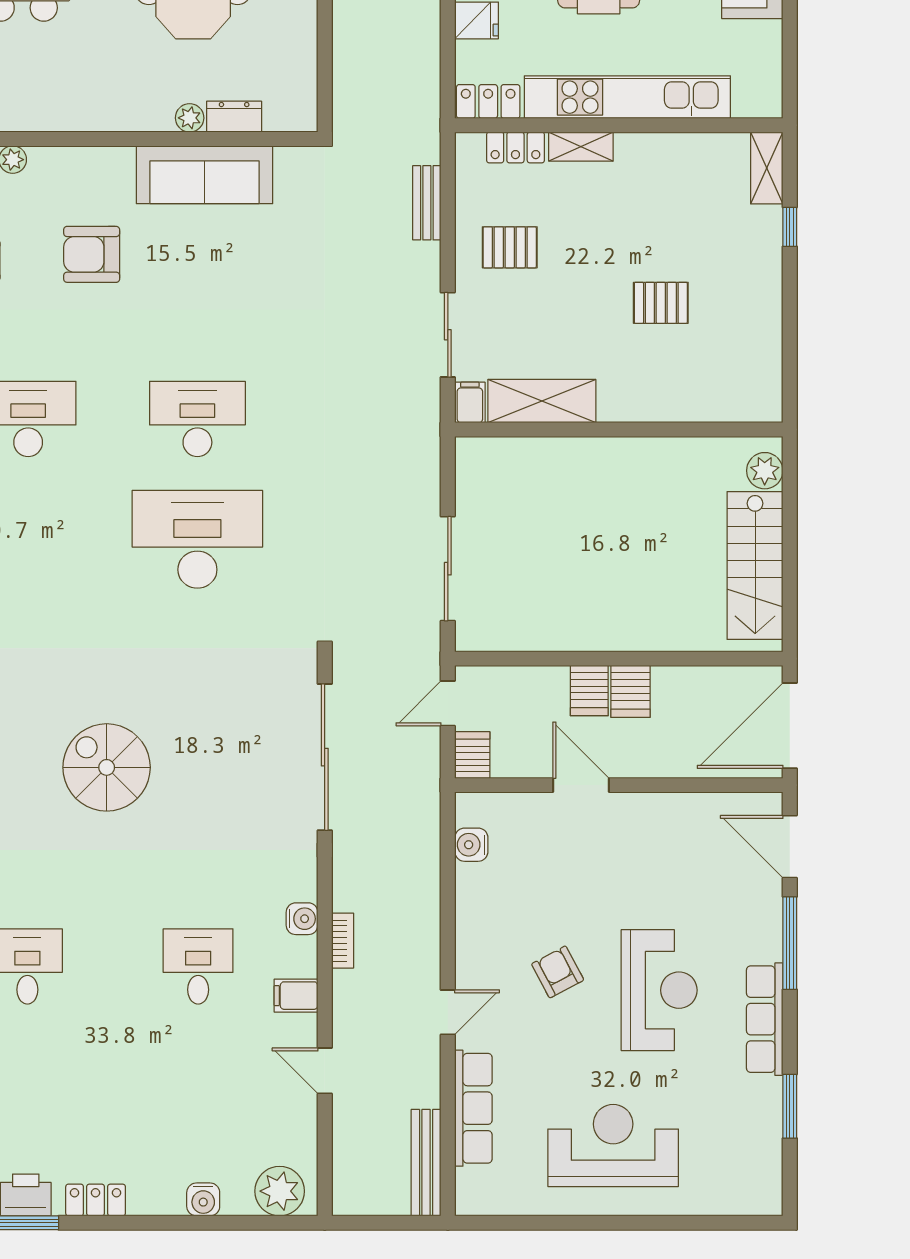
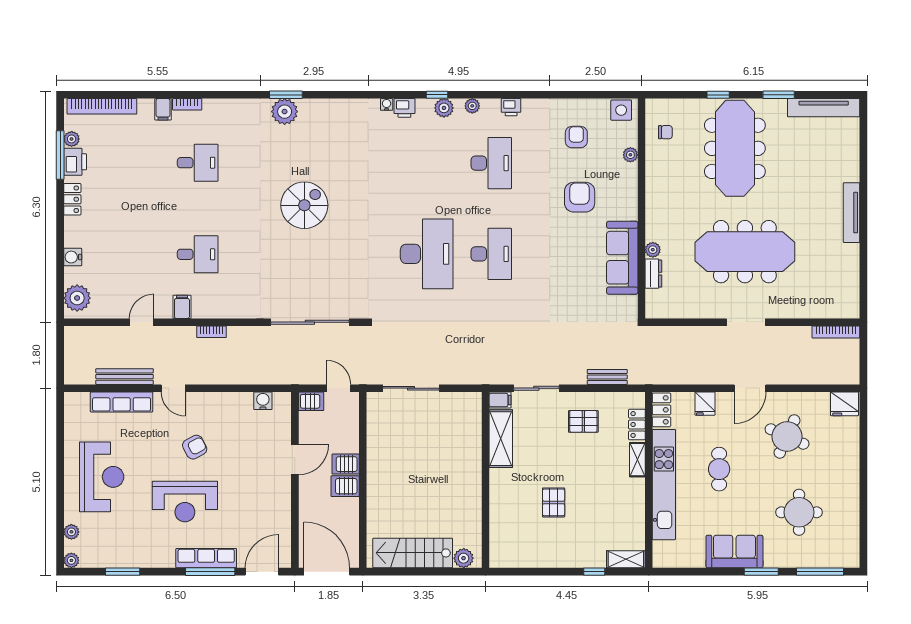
pallet: (510, 247) -> (583, 421), turned 90
water cooler: (302, 919) -> (223, 310), removed
row of seats: (765, 1019) -> (206, 558), moved
bench: (426, 1163) -> (125, 377), moved
plant: (716, 1202) -> (71, 532), added
plant: (769, 1202) -> (71, 560), added

